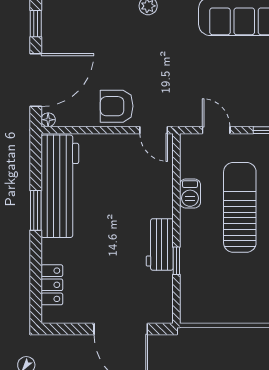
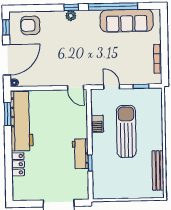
armchair: (117, 106) -> (30, 25), moved
window: (36, 210) -> (8, 114), moved
locker: (52, 285) -> (18, 164), moved

